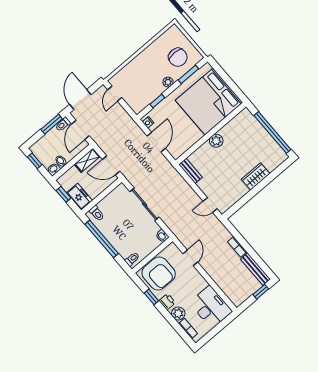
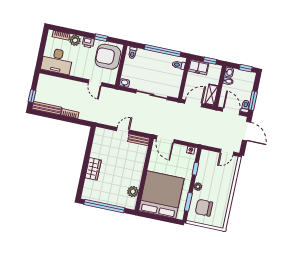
door: (115, 94) -> (227, 152), swing flipped
plant: (216, 141) -> (133, 192), moved
door: (156, 142) -> (165, 139), moved
door: (210, 205) -> (123, 130), moved

